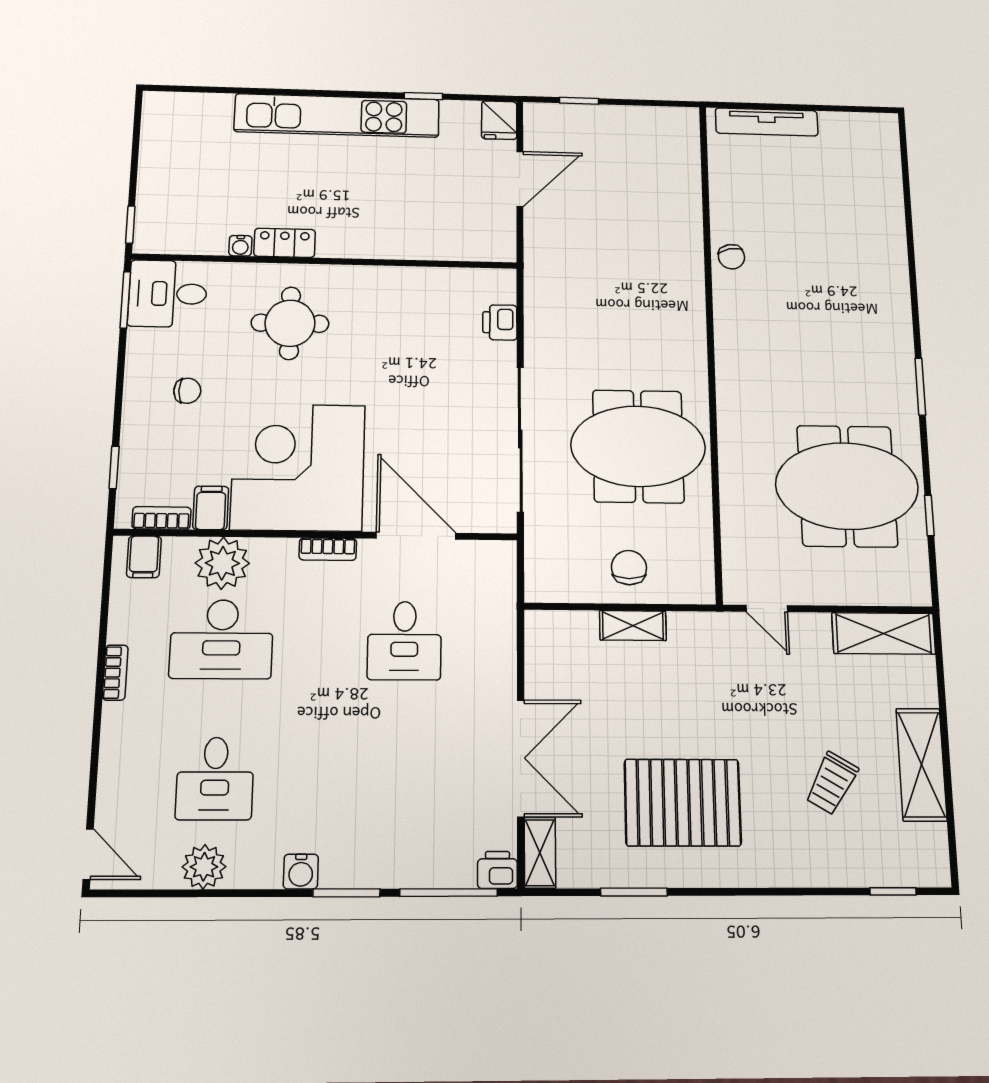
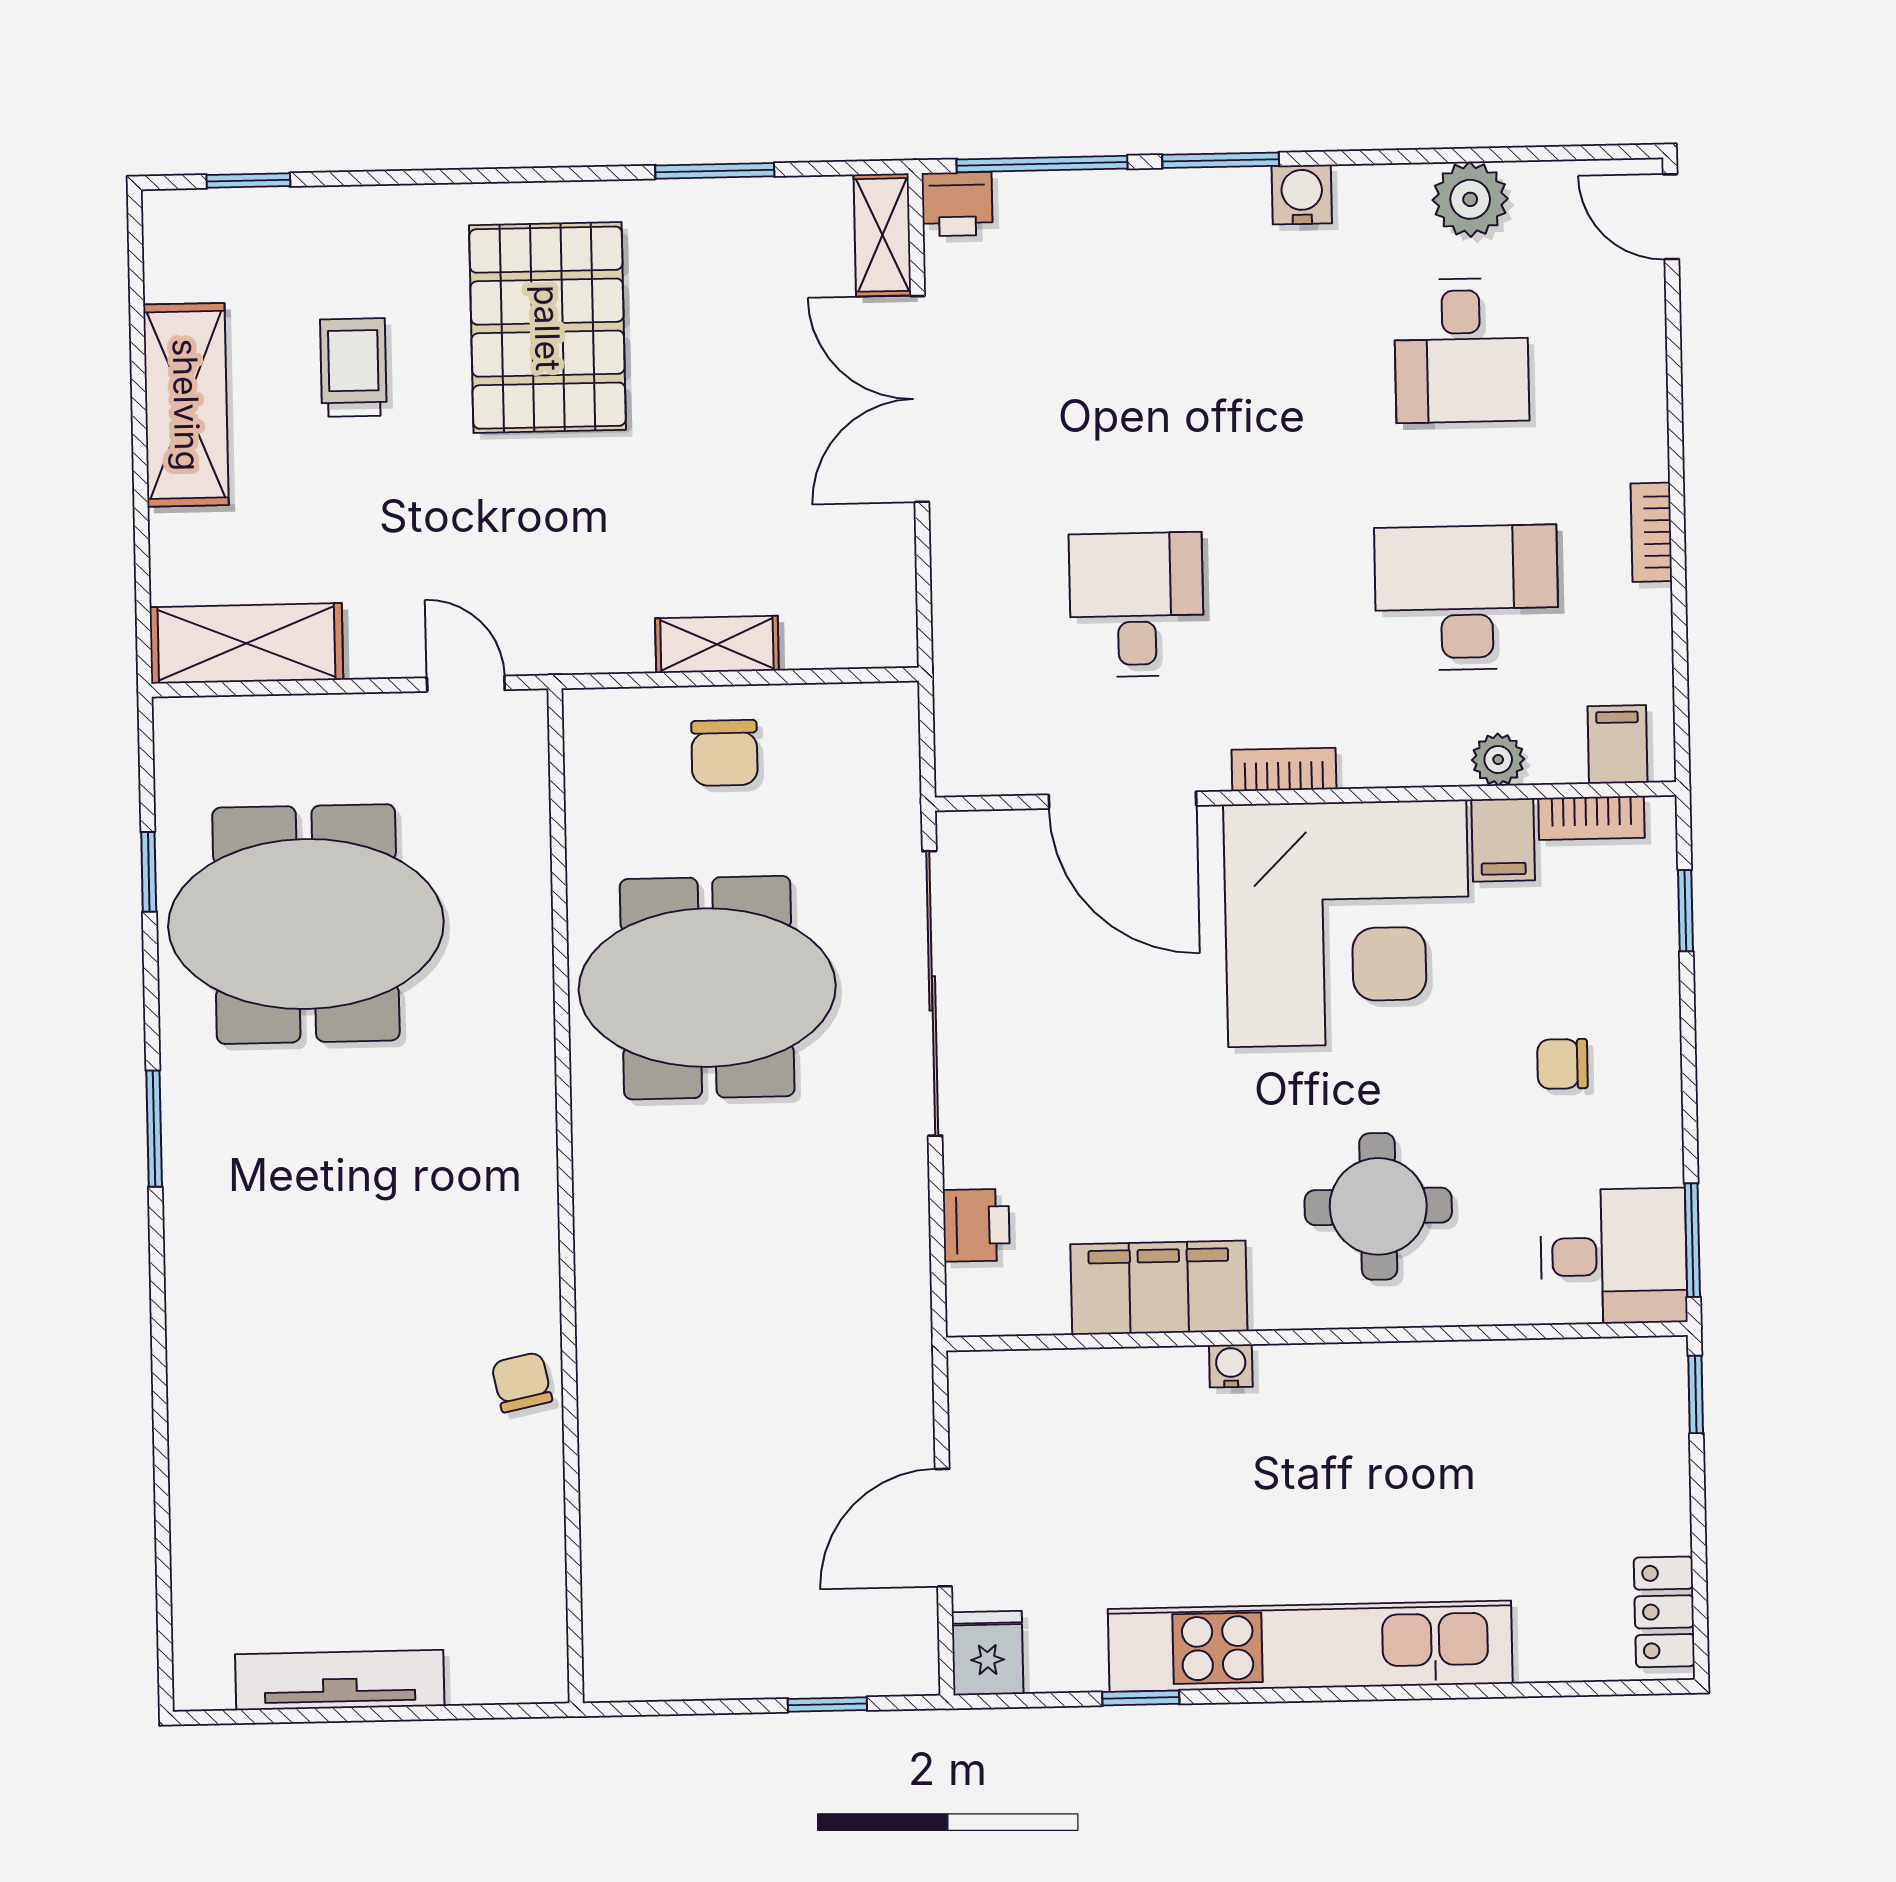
tv unit: (767, 122) -> (340, 1680), moved
locker: (285, 243) -> (1664, 1612), moved, turned 90
water cooler: (240, 246) -> (1231, 1366), moved
filing cabinet: (406, 288) -> (1159, 1288), added
plant: (222, 563) -> (1498, 760), width x0.53, depth x0.53
desk: (215, 778) -> (1461, 351), turned 180
trolley: (832, 783) -> (353, 368), turned -30
pallet: (683, 802) -> (547, 328), moved, turned 90

